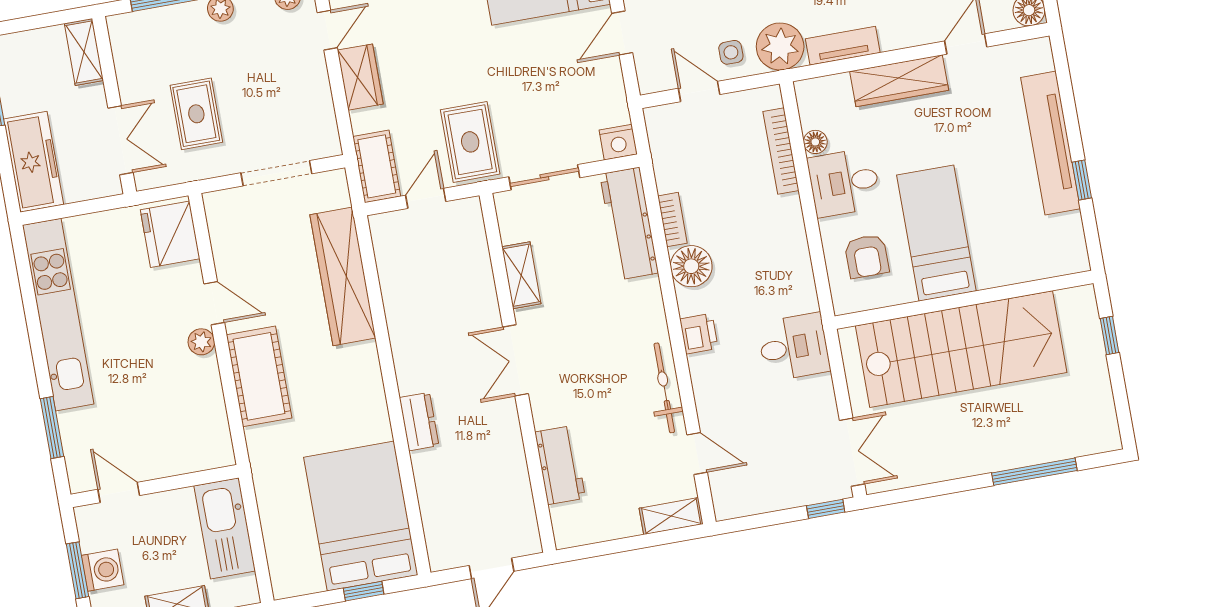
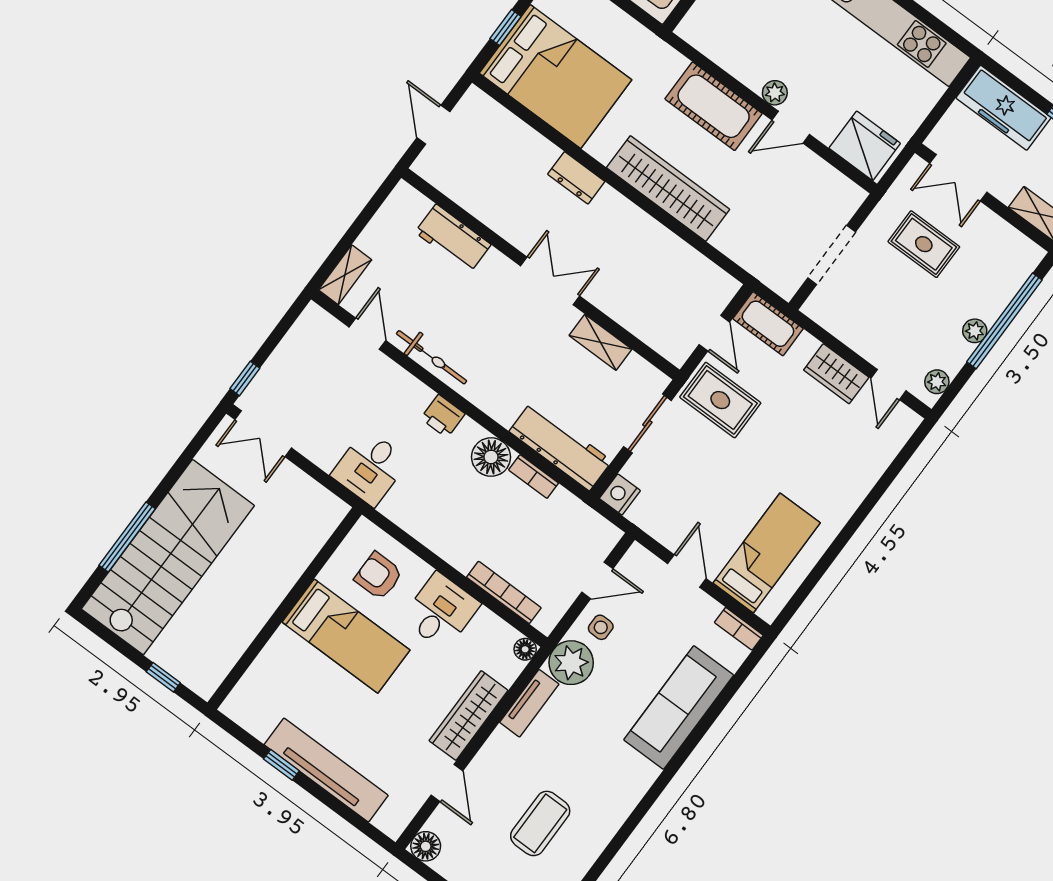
floor lamp: (815, 142) -> (525, 649), moved
wardrobe: (343, 276) -> (668, 188), moved
stairs: (961, 349) -> (168, 557), moved, turned 180
door: (697, 454) -> (367, 334), swing flipped

